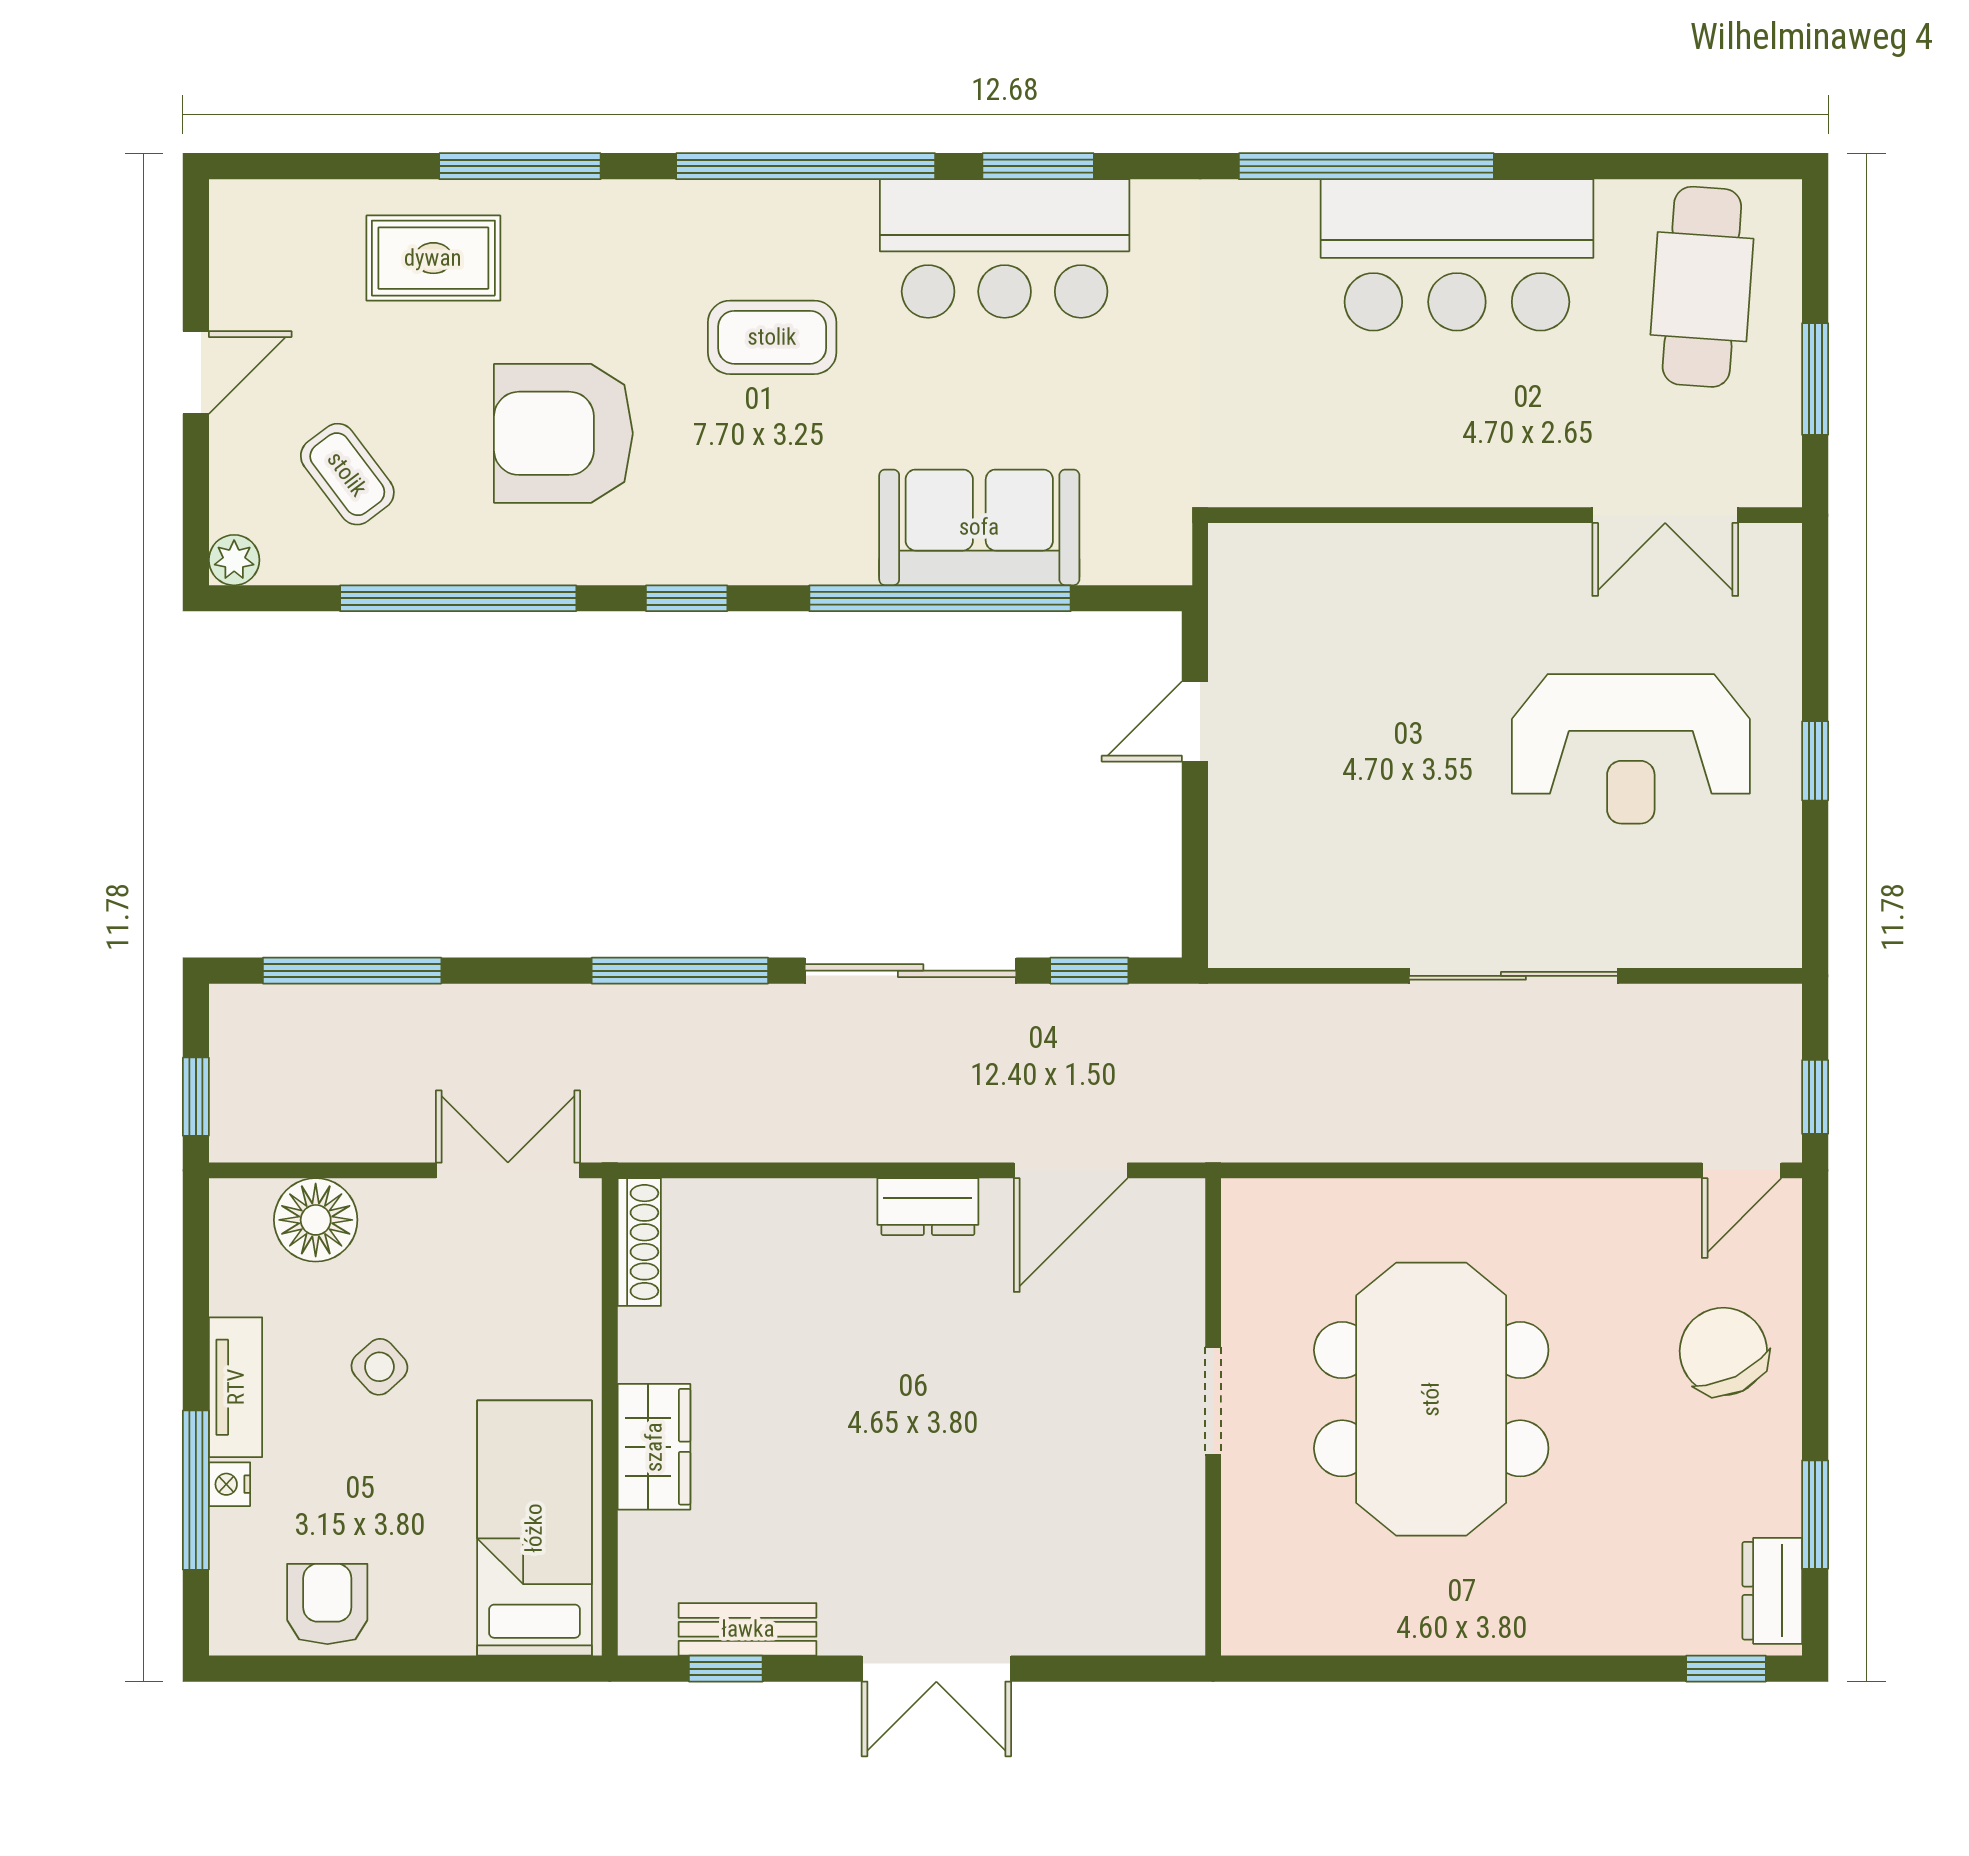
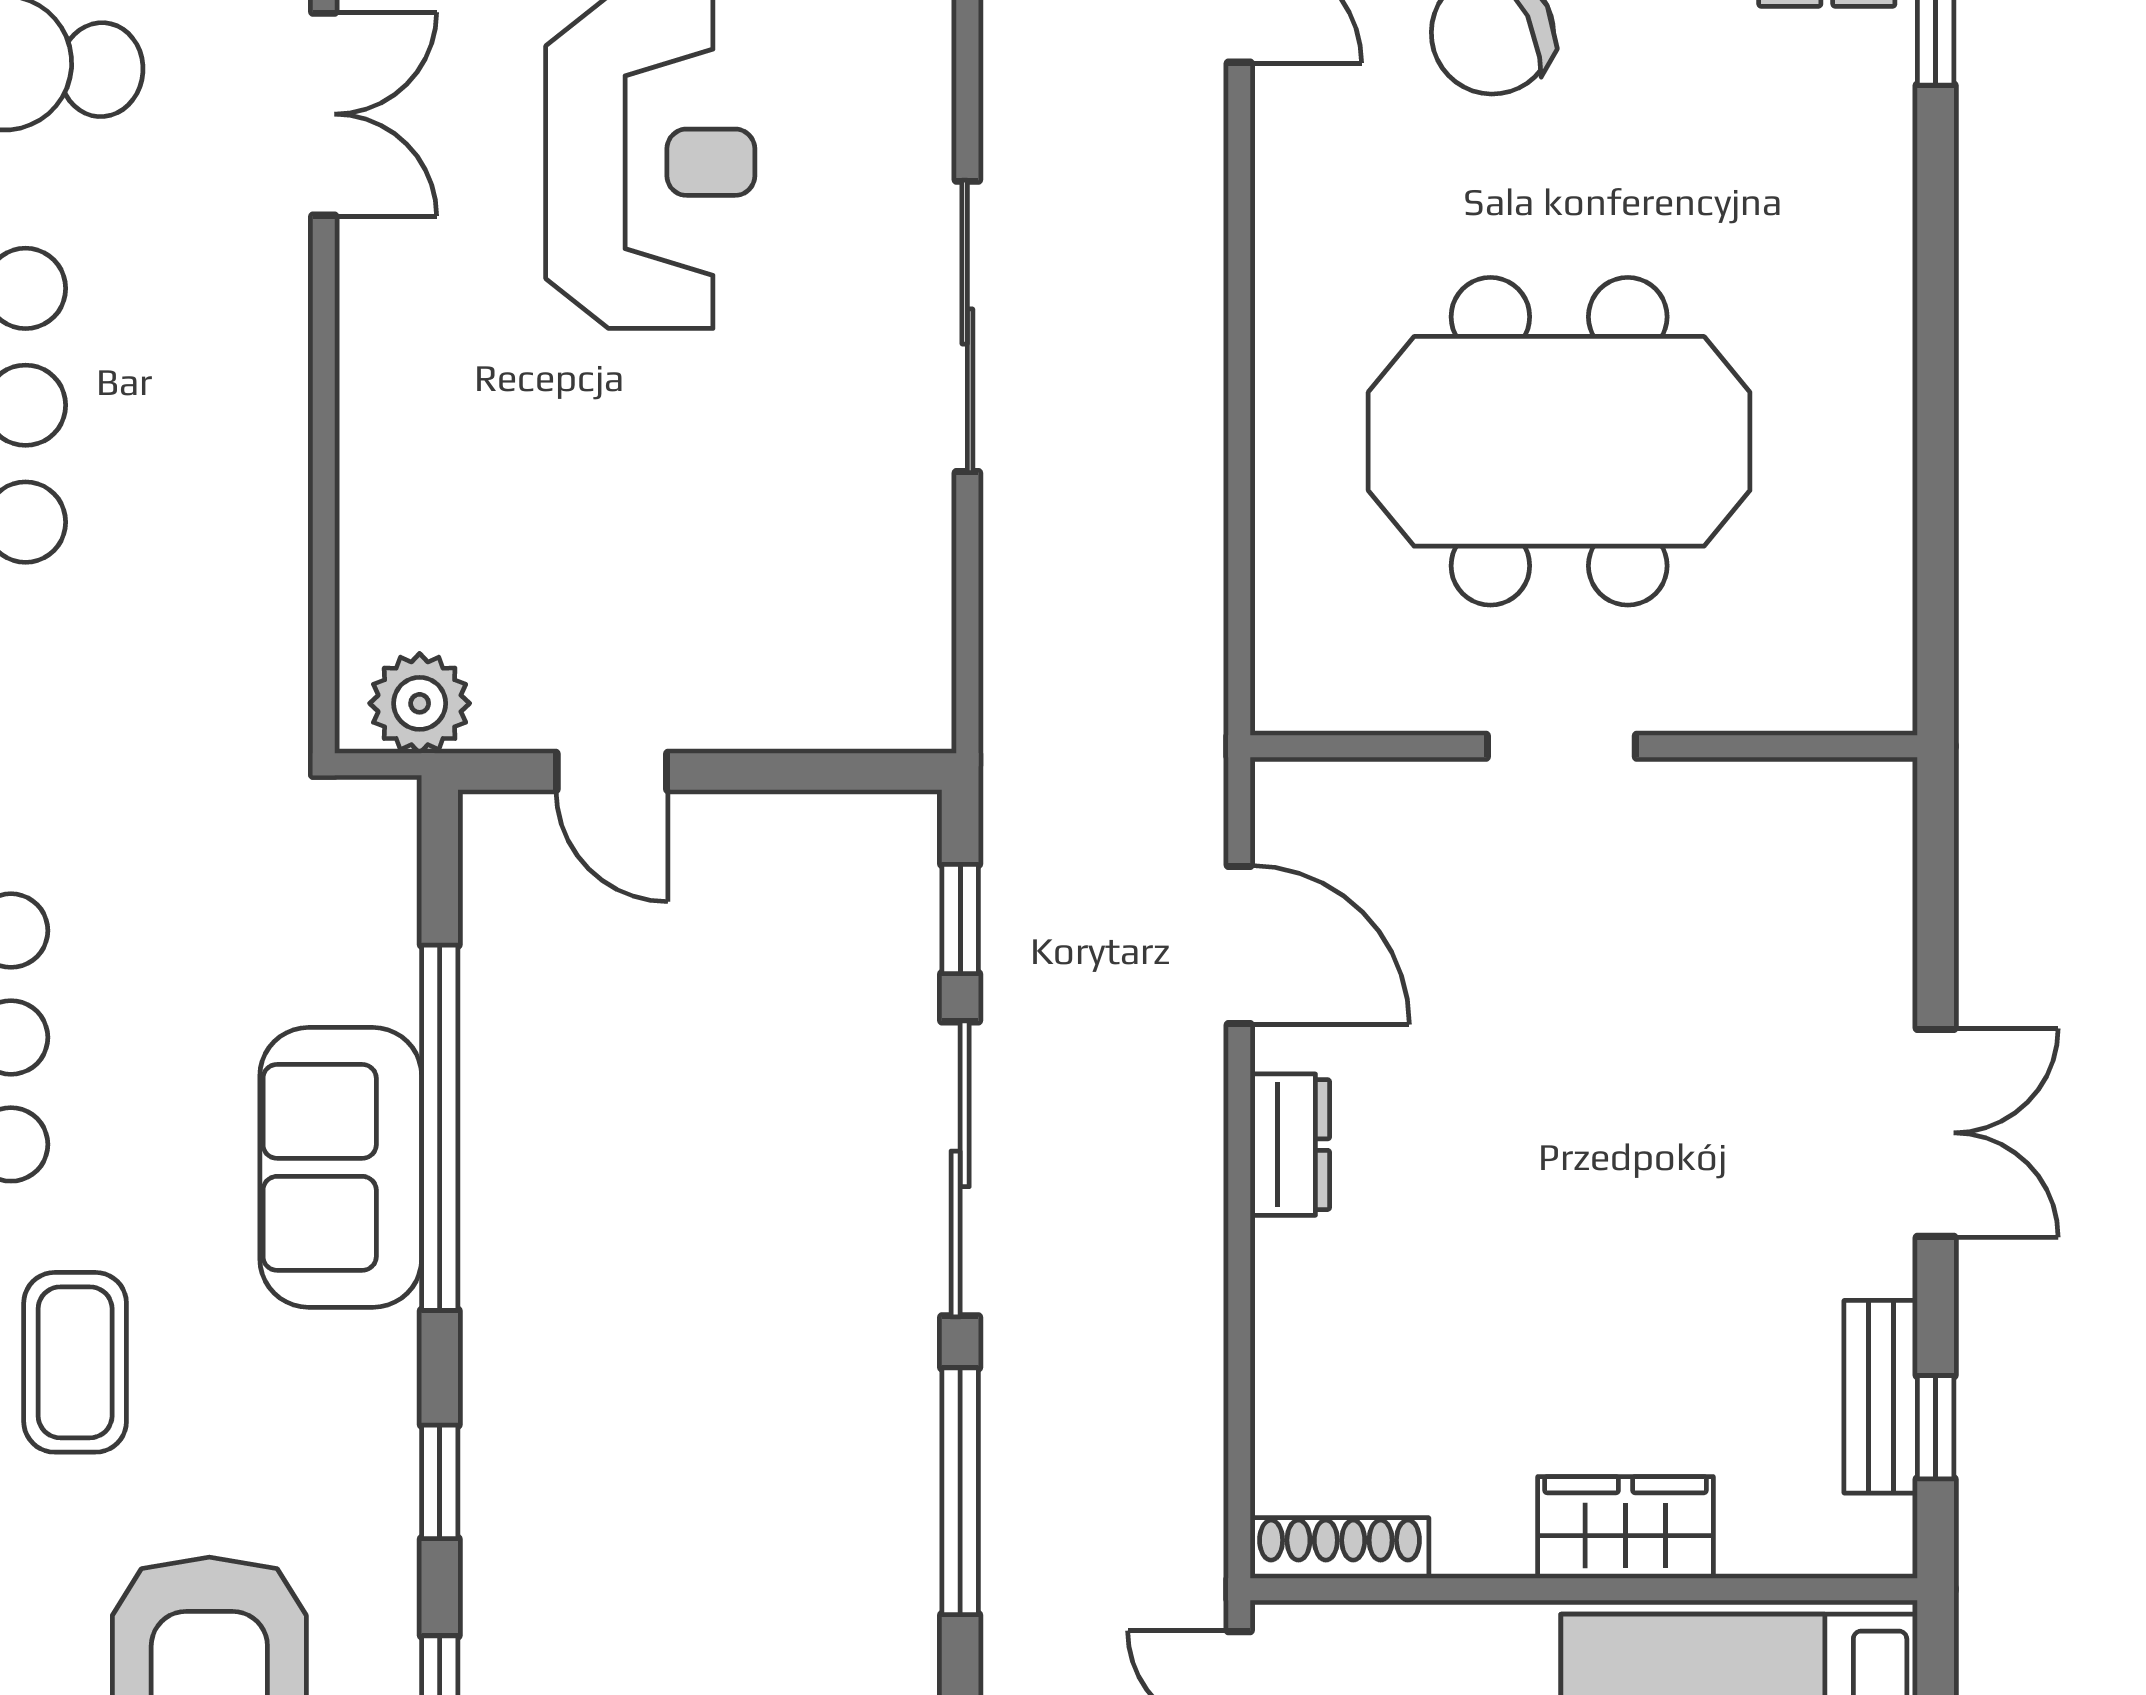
sofa: (979, 527) -> (341, 1167), moved
plant: (1244, 584) -> (420, 703), added

